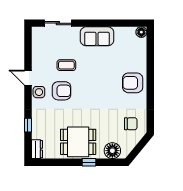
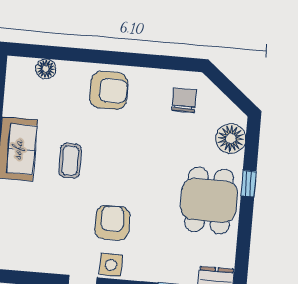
floor lamp: (141, 32) -> (46, 69), moved
coffee table: (66, 65) -> (70, 161), moved
armchair: (133, 83) -> (109, 90), turned -90

